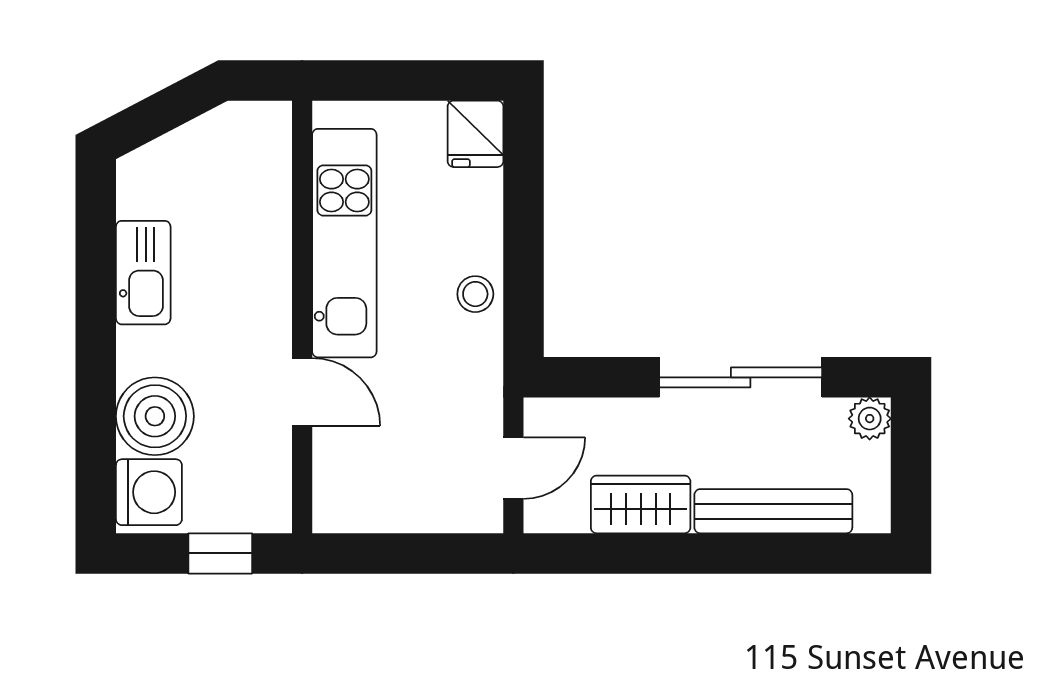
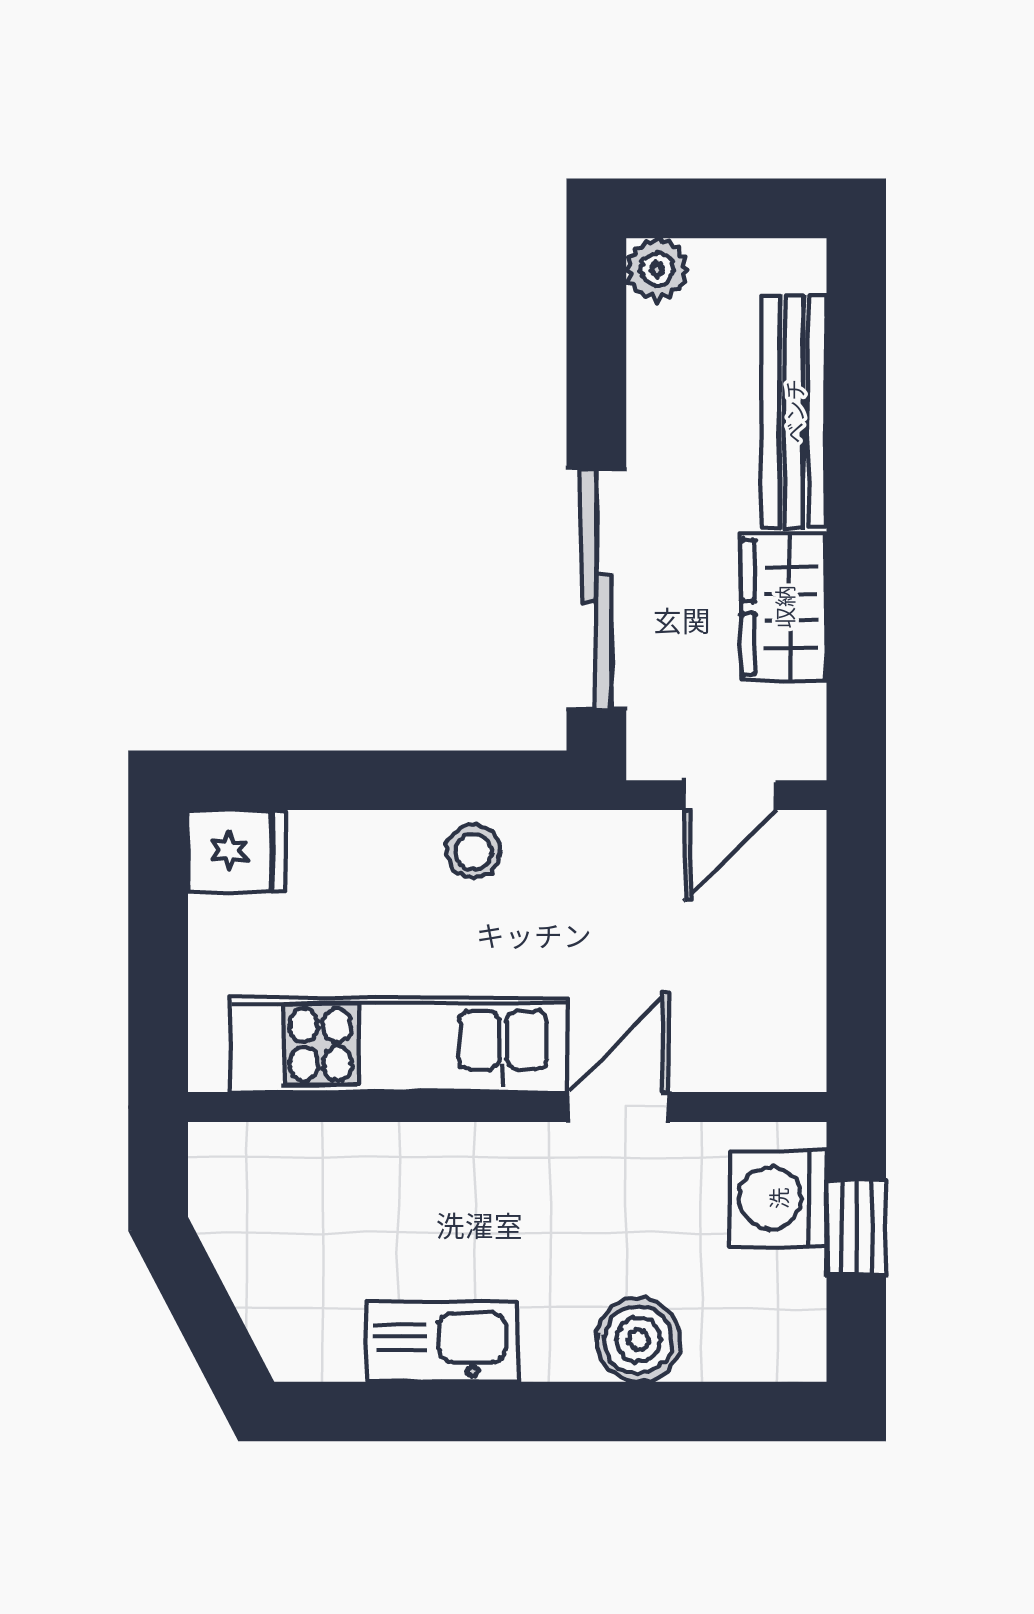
sliding door: (741, 377) -> (596, 589), moved
boiler: (155, 416) -> (638, 1340), width x0.73, depth x0.73
door: (513, 468) -> (730, 795), swing flipped
washing machine: (149, 492) -> (778, 1198), moved, turned -90

